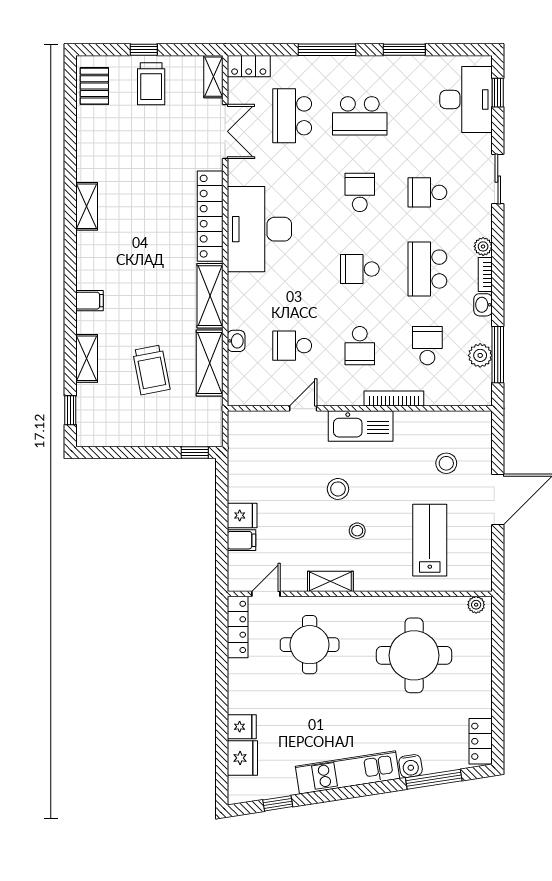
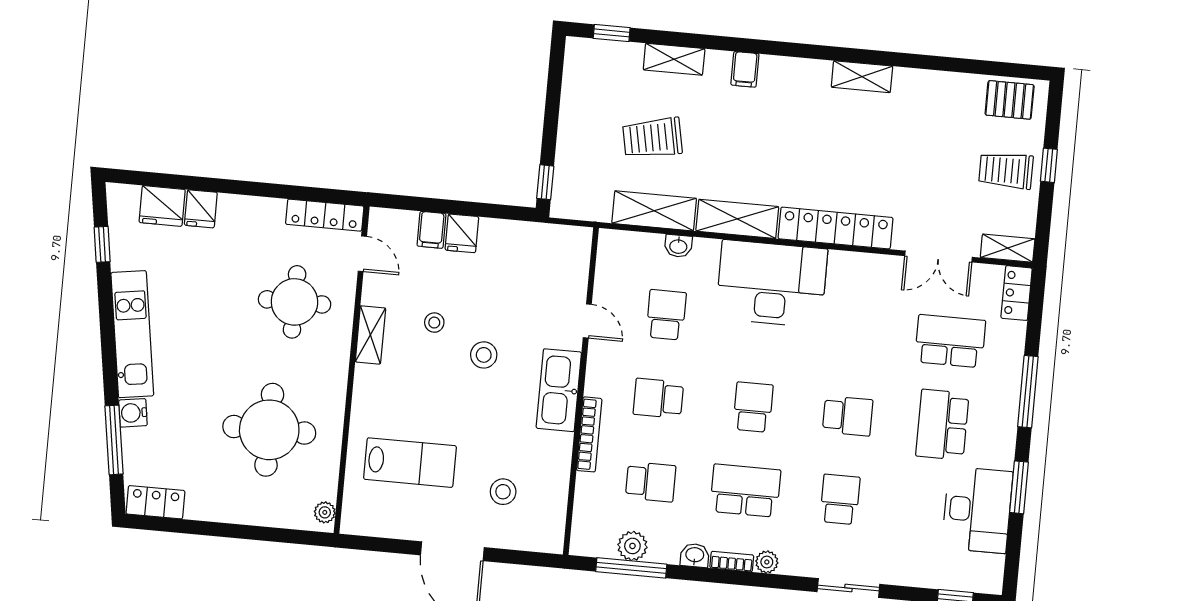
desk: (466, 100) -> (977, 510), moved, turned -90
desk: (259, 229) -> (772, 284), moved
stool: (357, 531) -> (434, 323), moved

